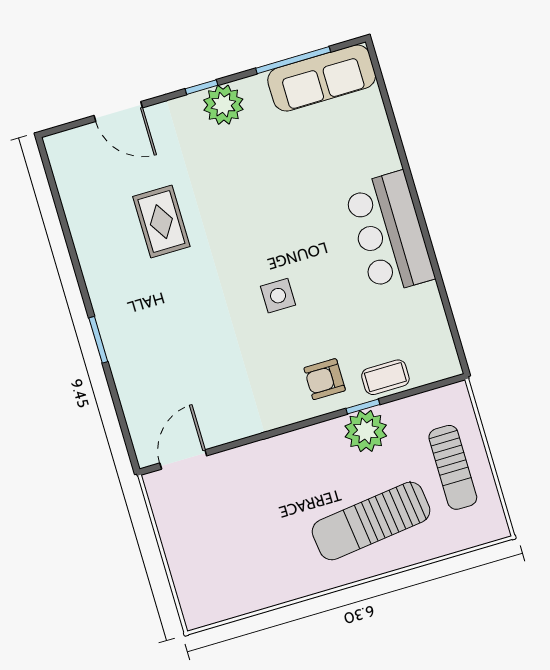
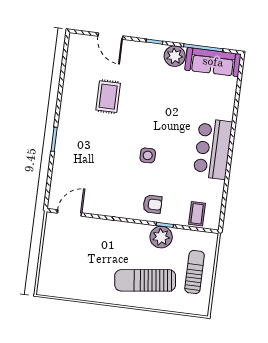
plant: (223, 105) -> (175, 56), moved
coffee table: (385, 377) -> (197, 214), moved, turned 90
armchair: (325, 379) -> (152, 204), turned 180
sun lounger: (453, 467) -> (195, 272), turned 180

